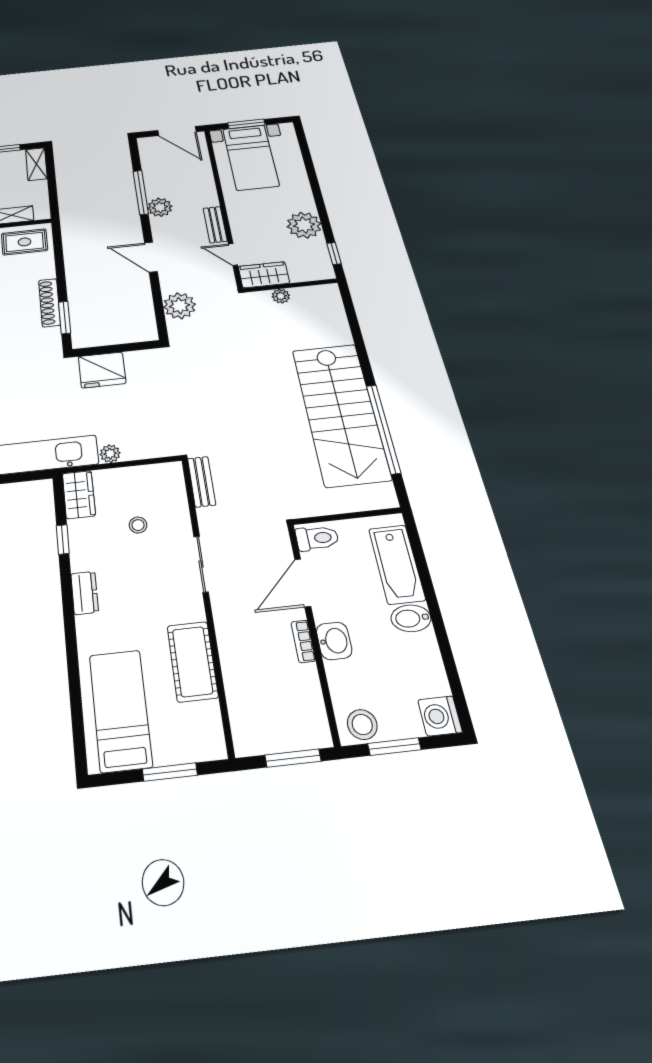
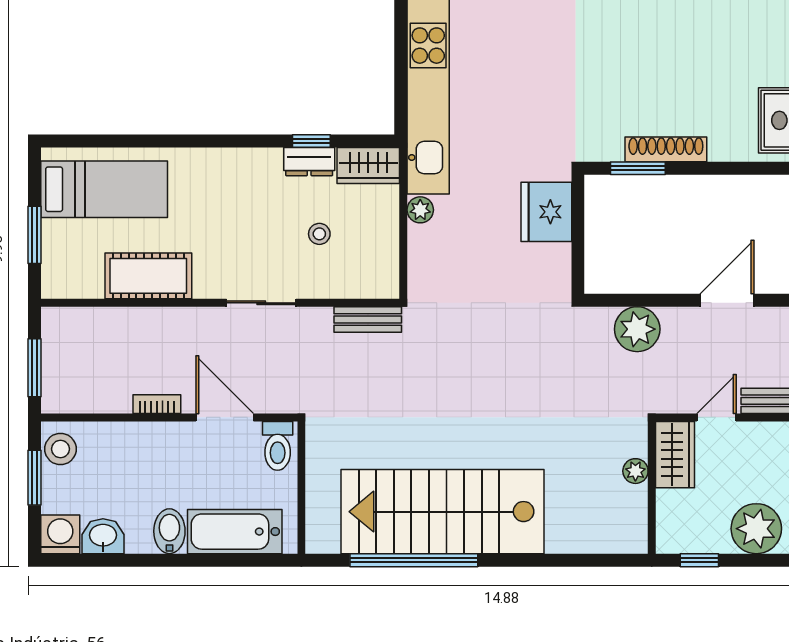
dresser: (85, 593) -> (309, 162), moved
washbasin: (334, 641) -> (103, 536), moved, turned 180

